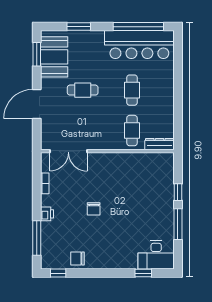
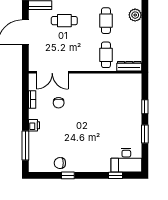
plant: (167, 83) -> (135, 15), added
chair: (94, 209) -> (59, 103), moved
window: (178, 224) -> (145, 134), width x0.69
window: (58, 273) -> (68, 175), moved

